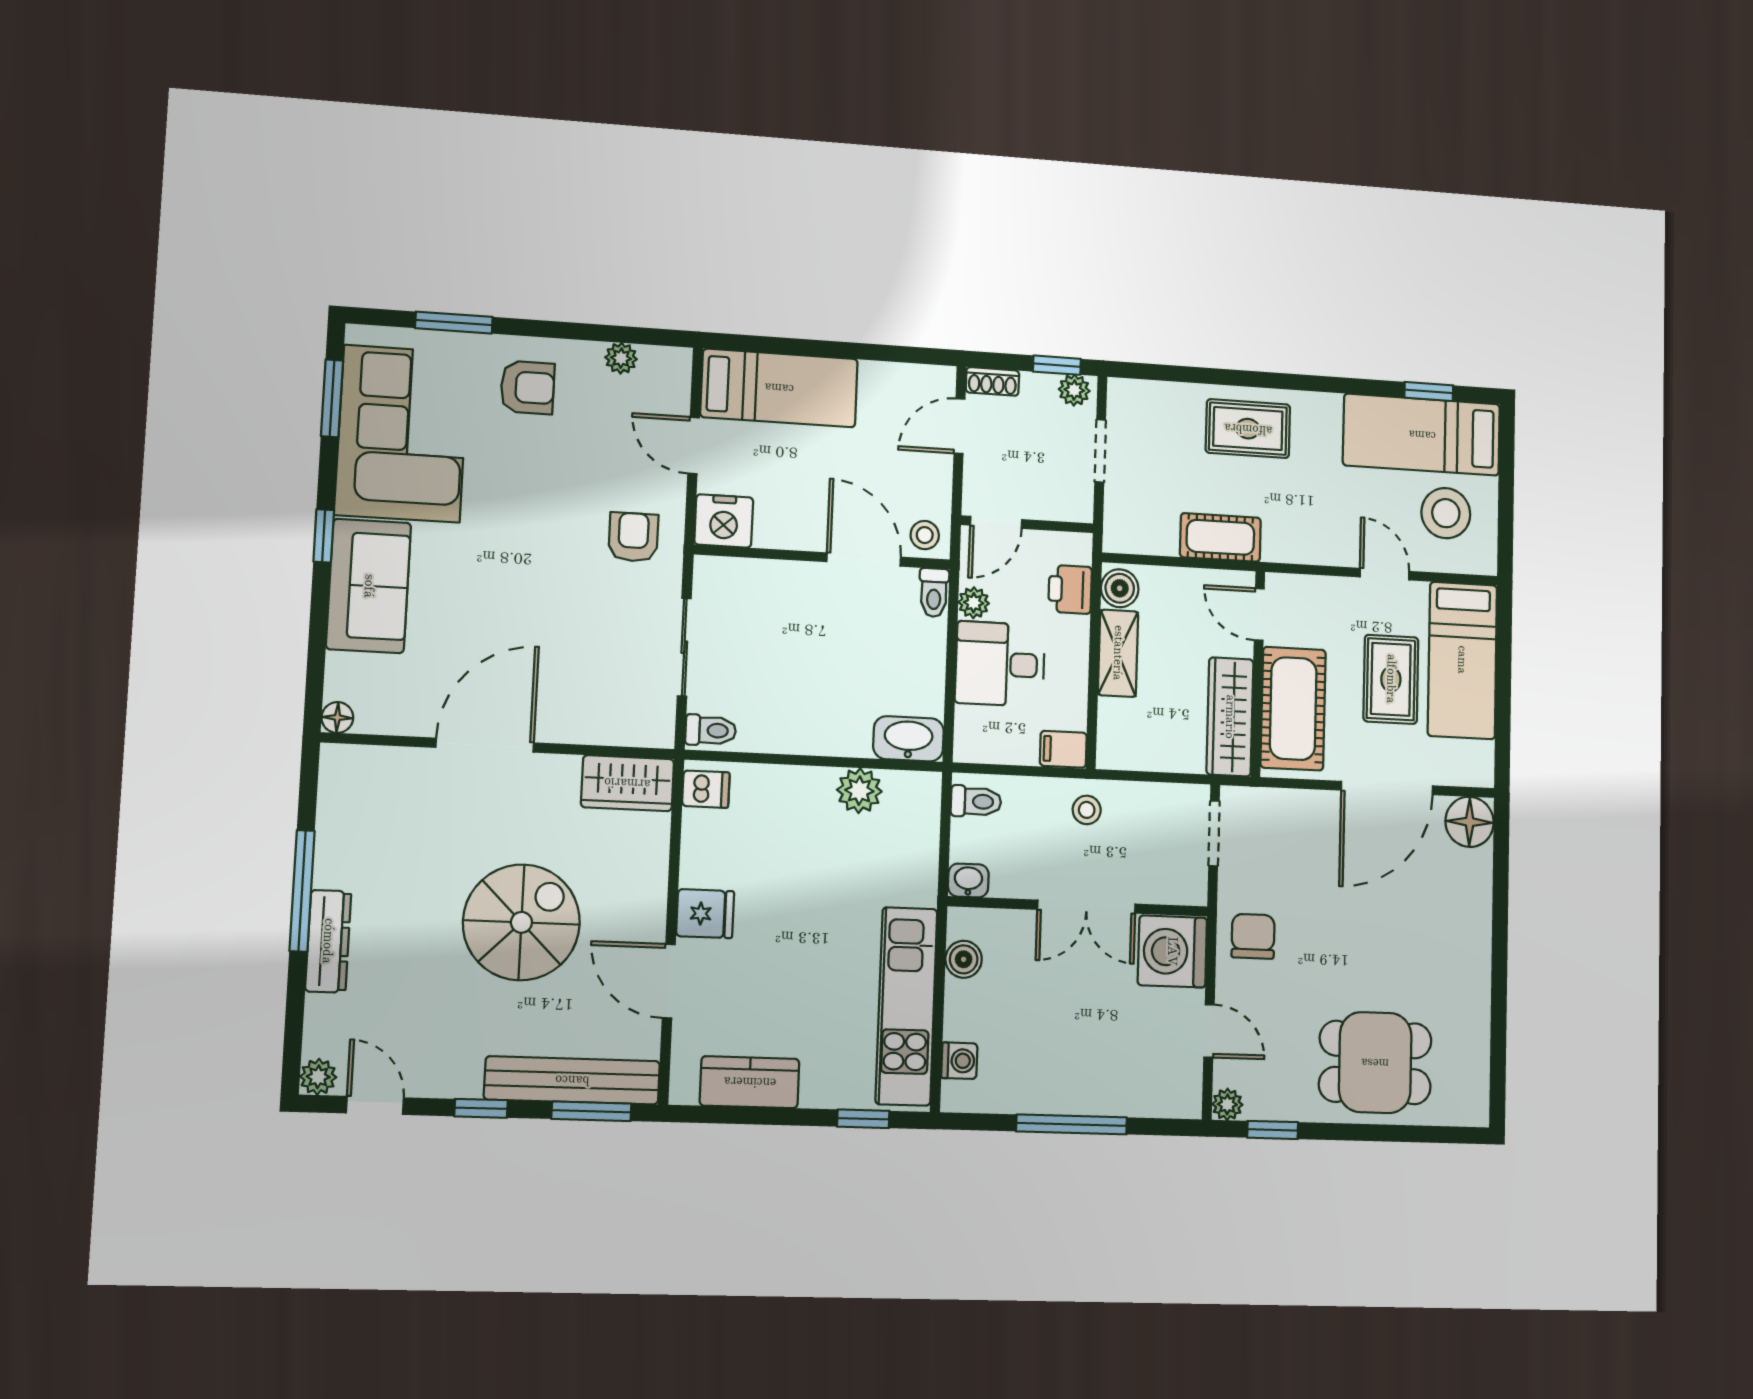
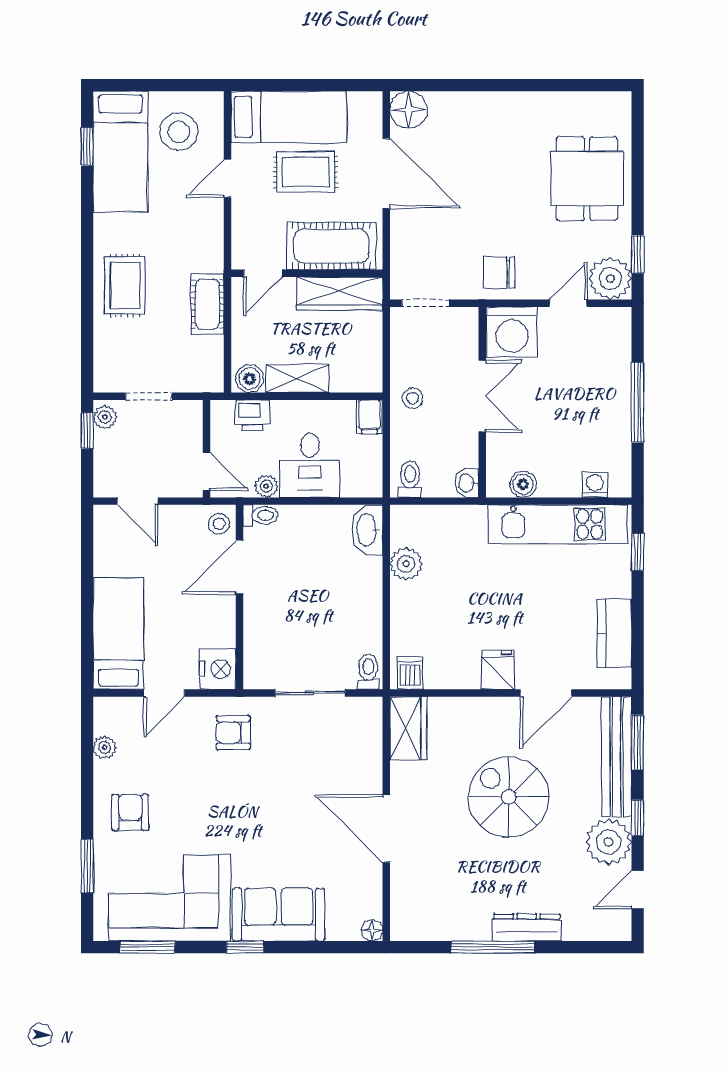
shoe rack: (992, 381) -> (103, 478), removed
plant: (318, 1077) -> (608, 842), moved, width x1.87, depth x1.87
plant: (1227, 1104) -> (610, 278), width x1.88, depth x1.88

